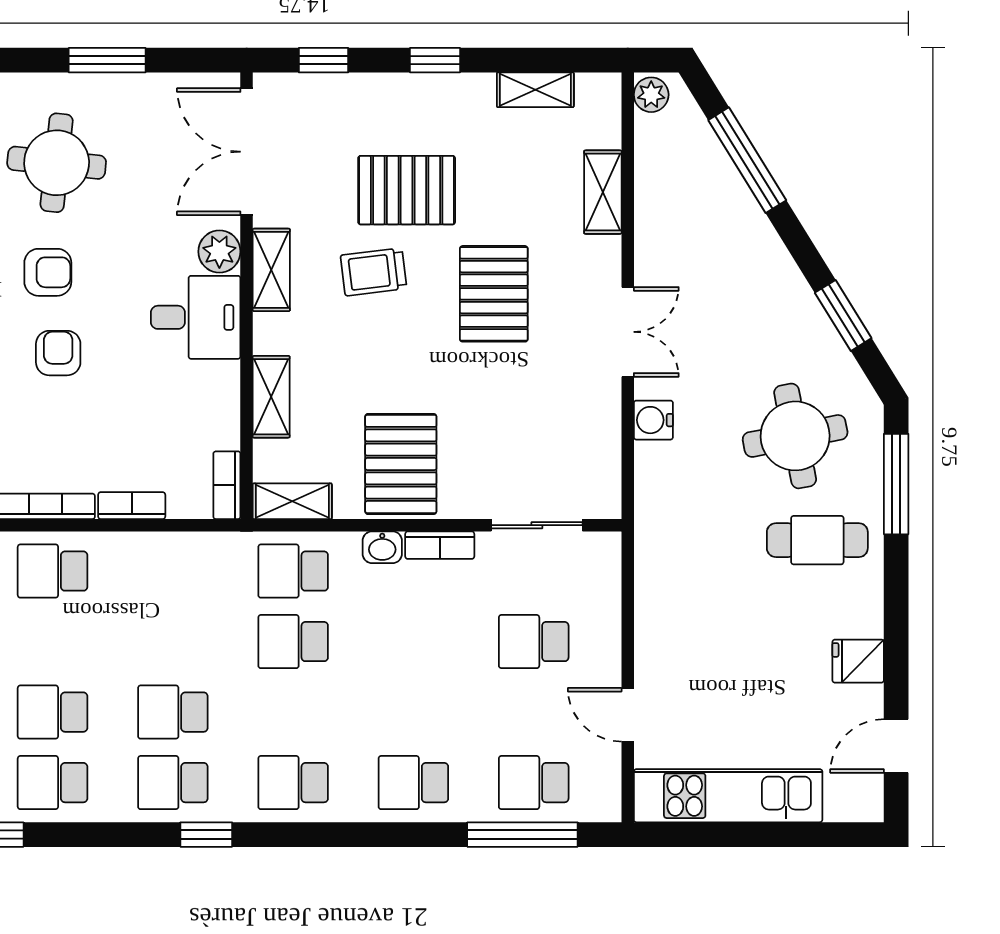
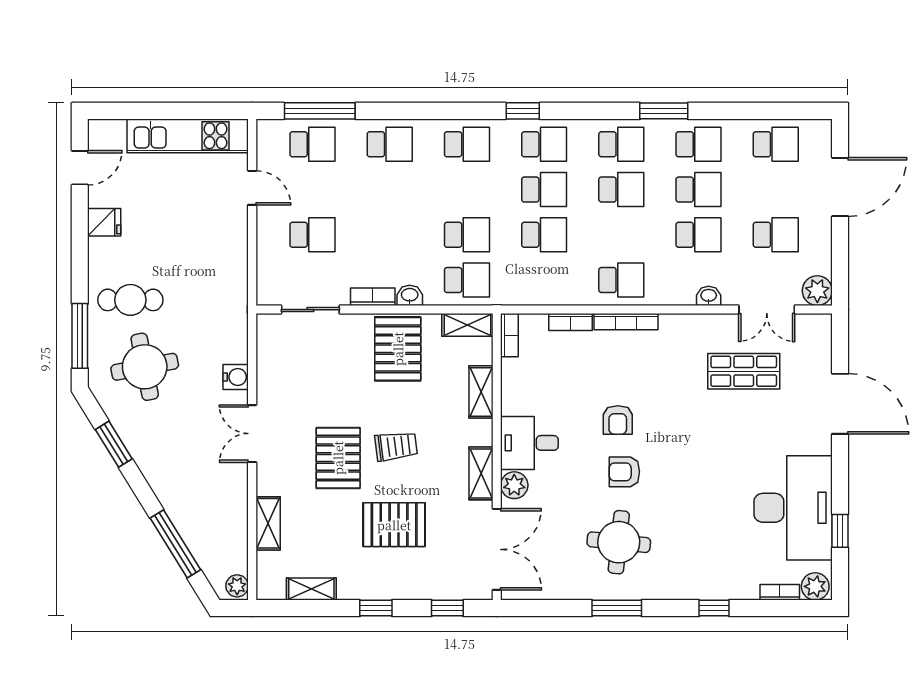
window: (107, 60) -> (617, 608), moved
trolley: (374, 272) -> (396, 446), moved
school desk: (173, 642) -> (544, 235), added

